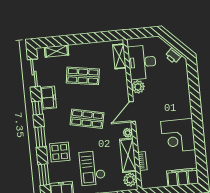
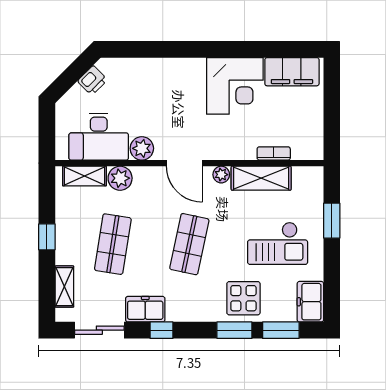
window: (83, 39) -> (47, 237), added
window: (40, 137) -> (234, 330), moved
filing cabinet: (183, 177) -> (292, 72), moved, turned -90
plant: (130, 180) -> (120, 178), moved

